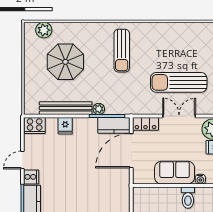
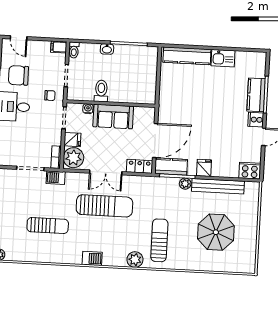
barbecue: (188, 29) -> (92, 258), added
plant: (44, 30) -> (135, 260), moved
fridge: (65, 126) -> (204, 168), moved

